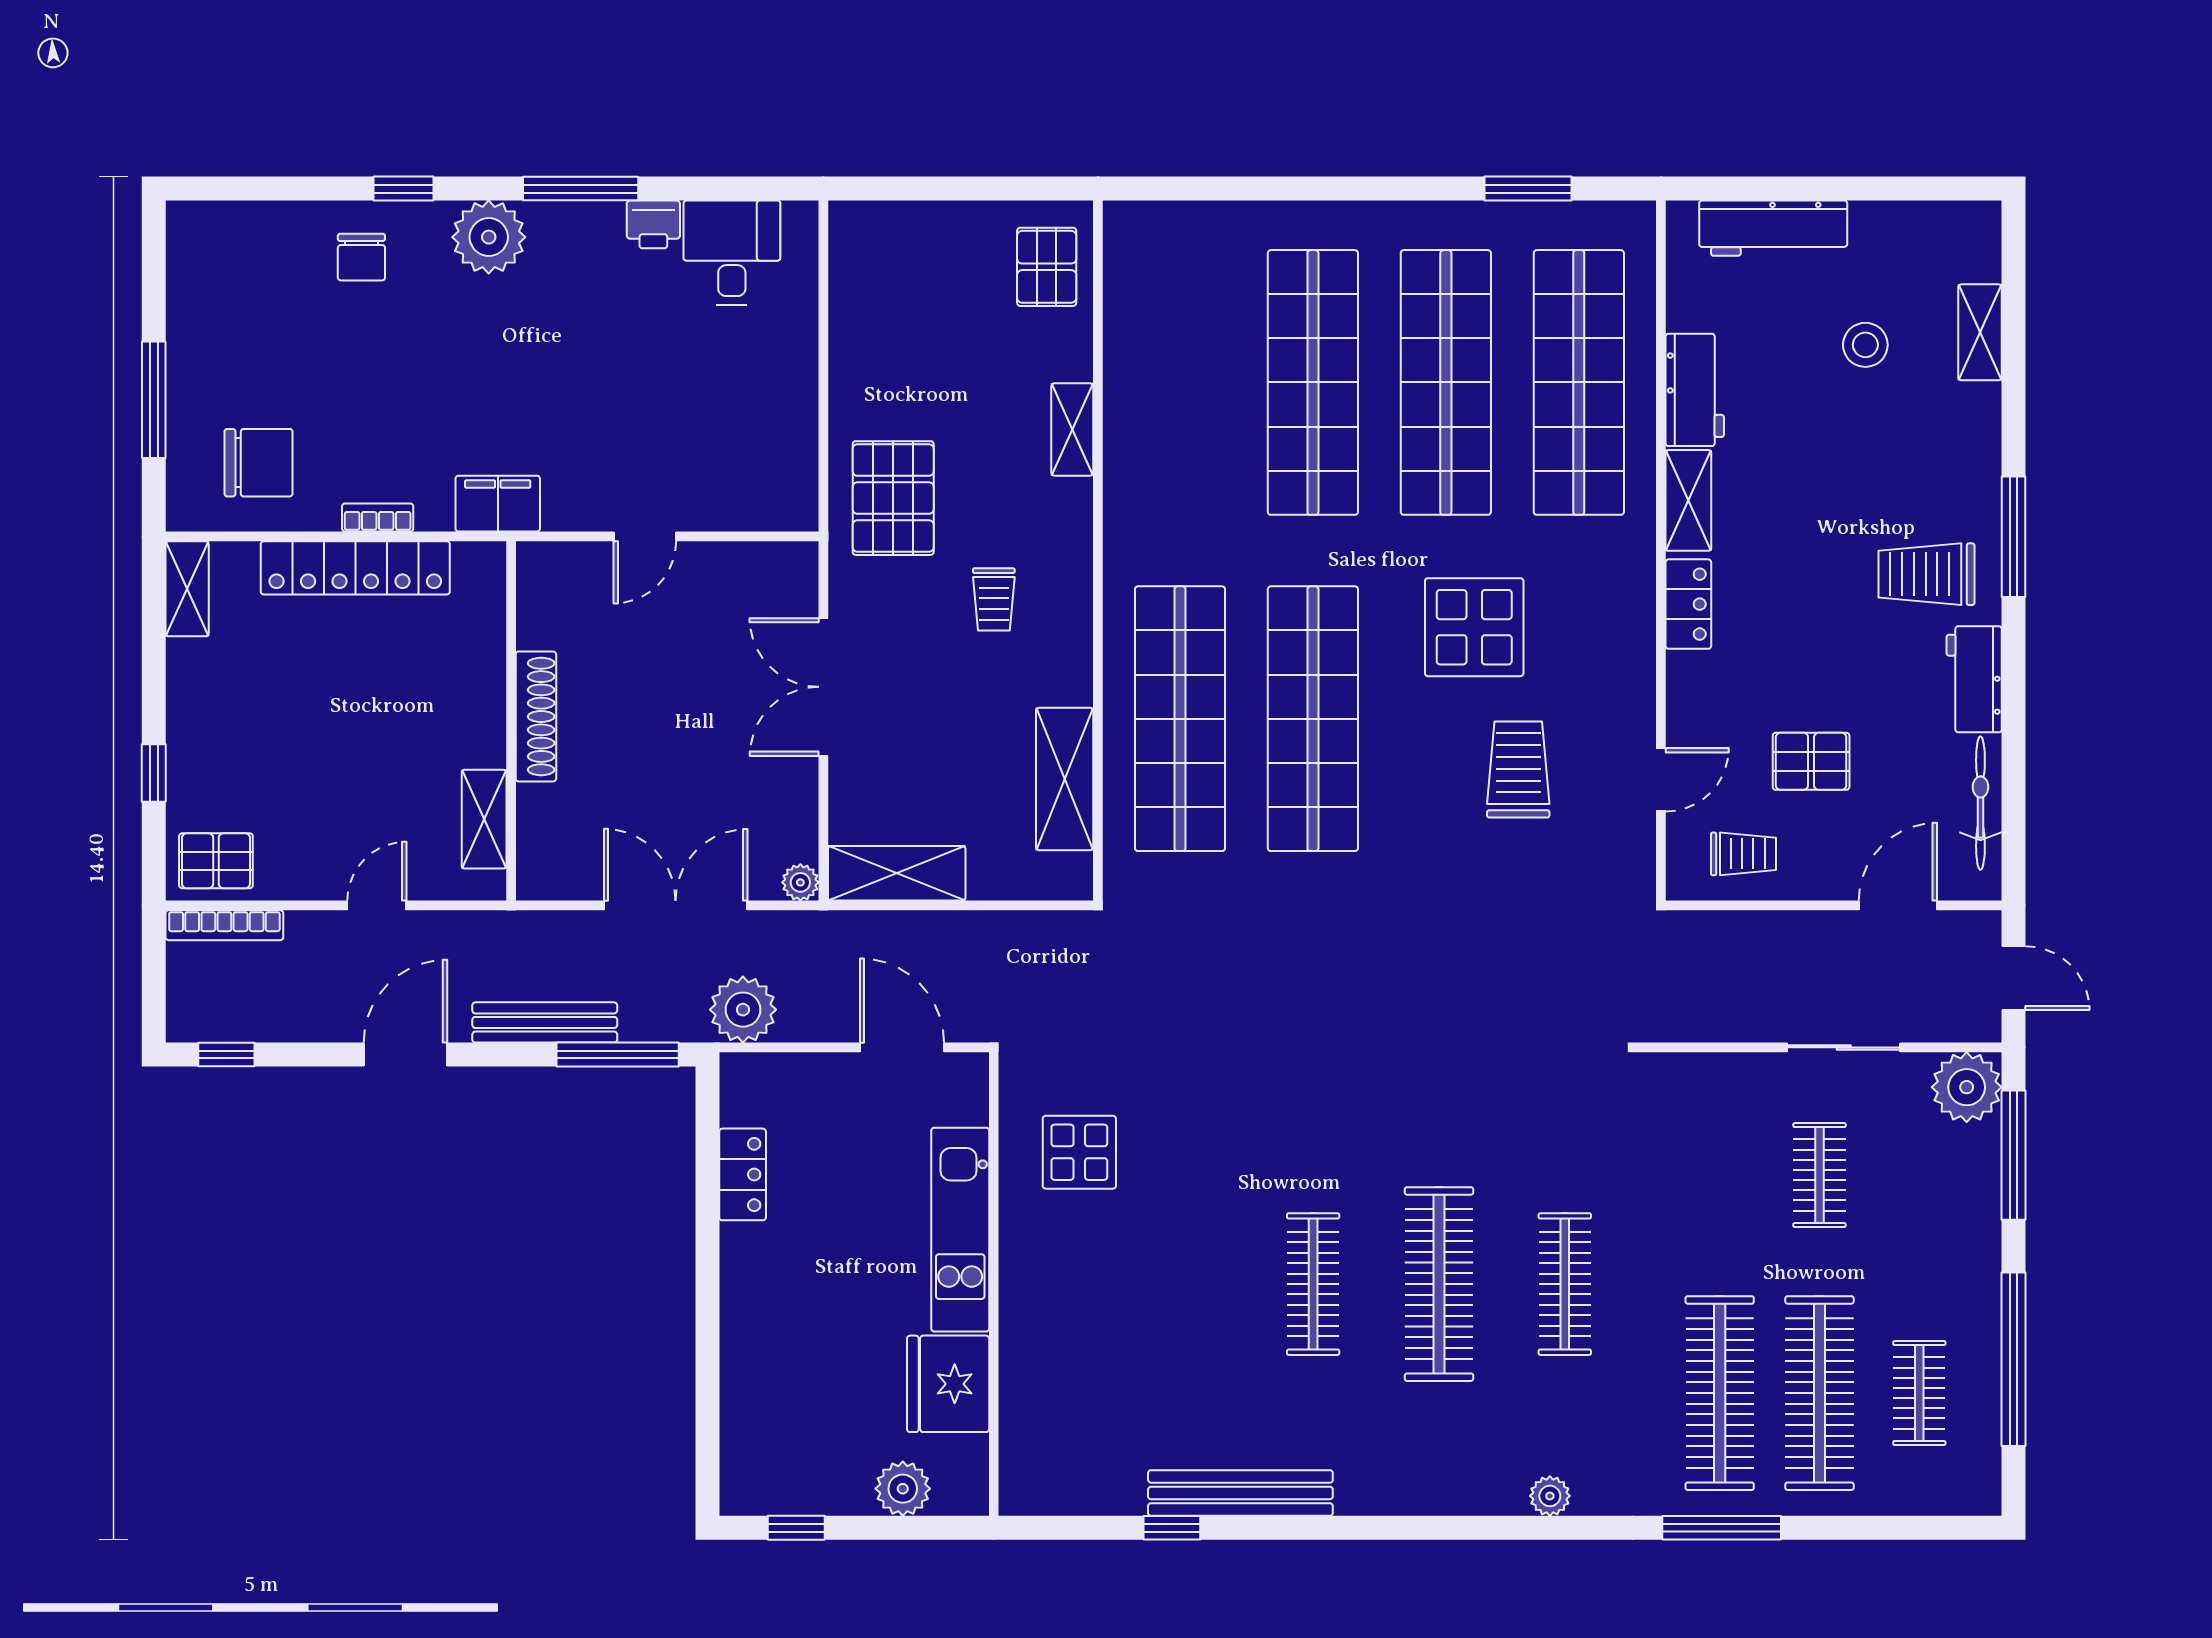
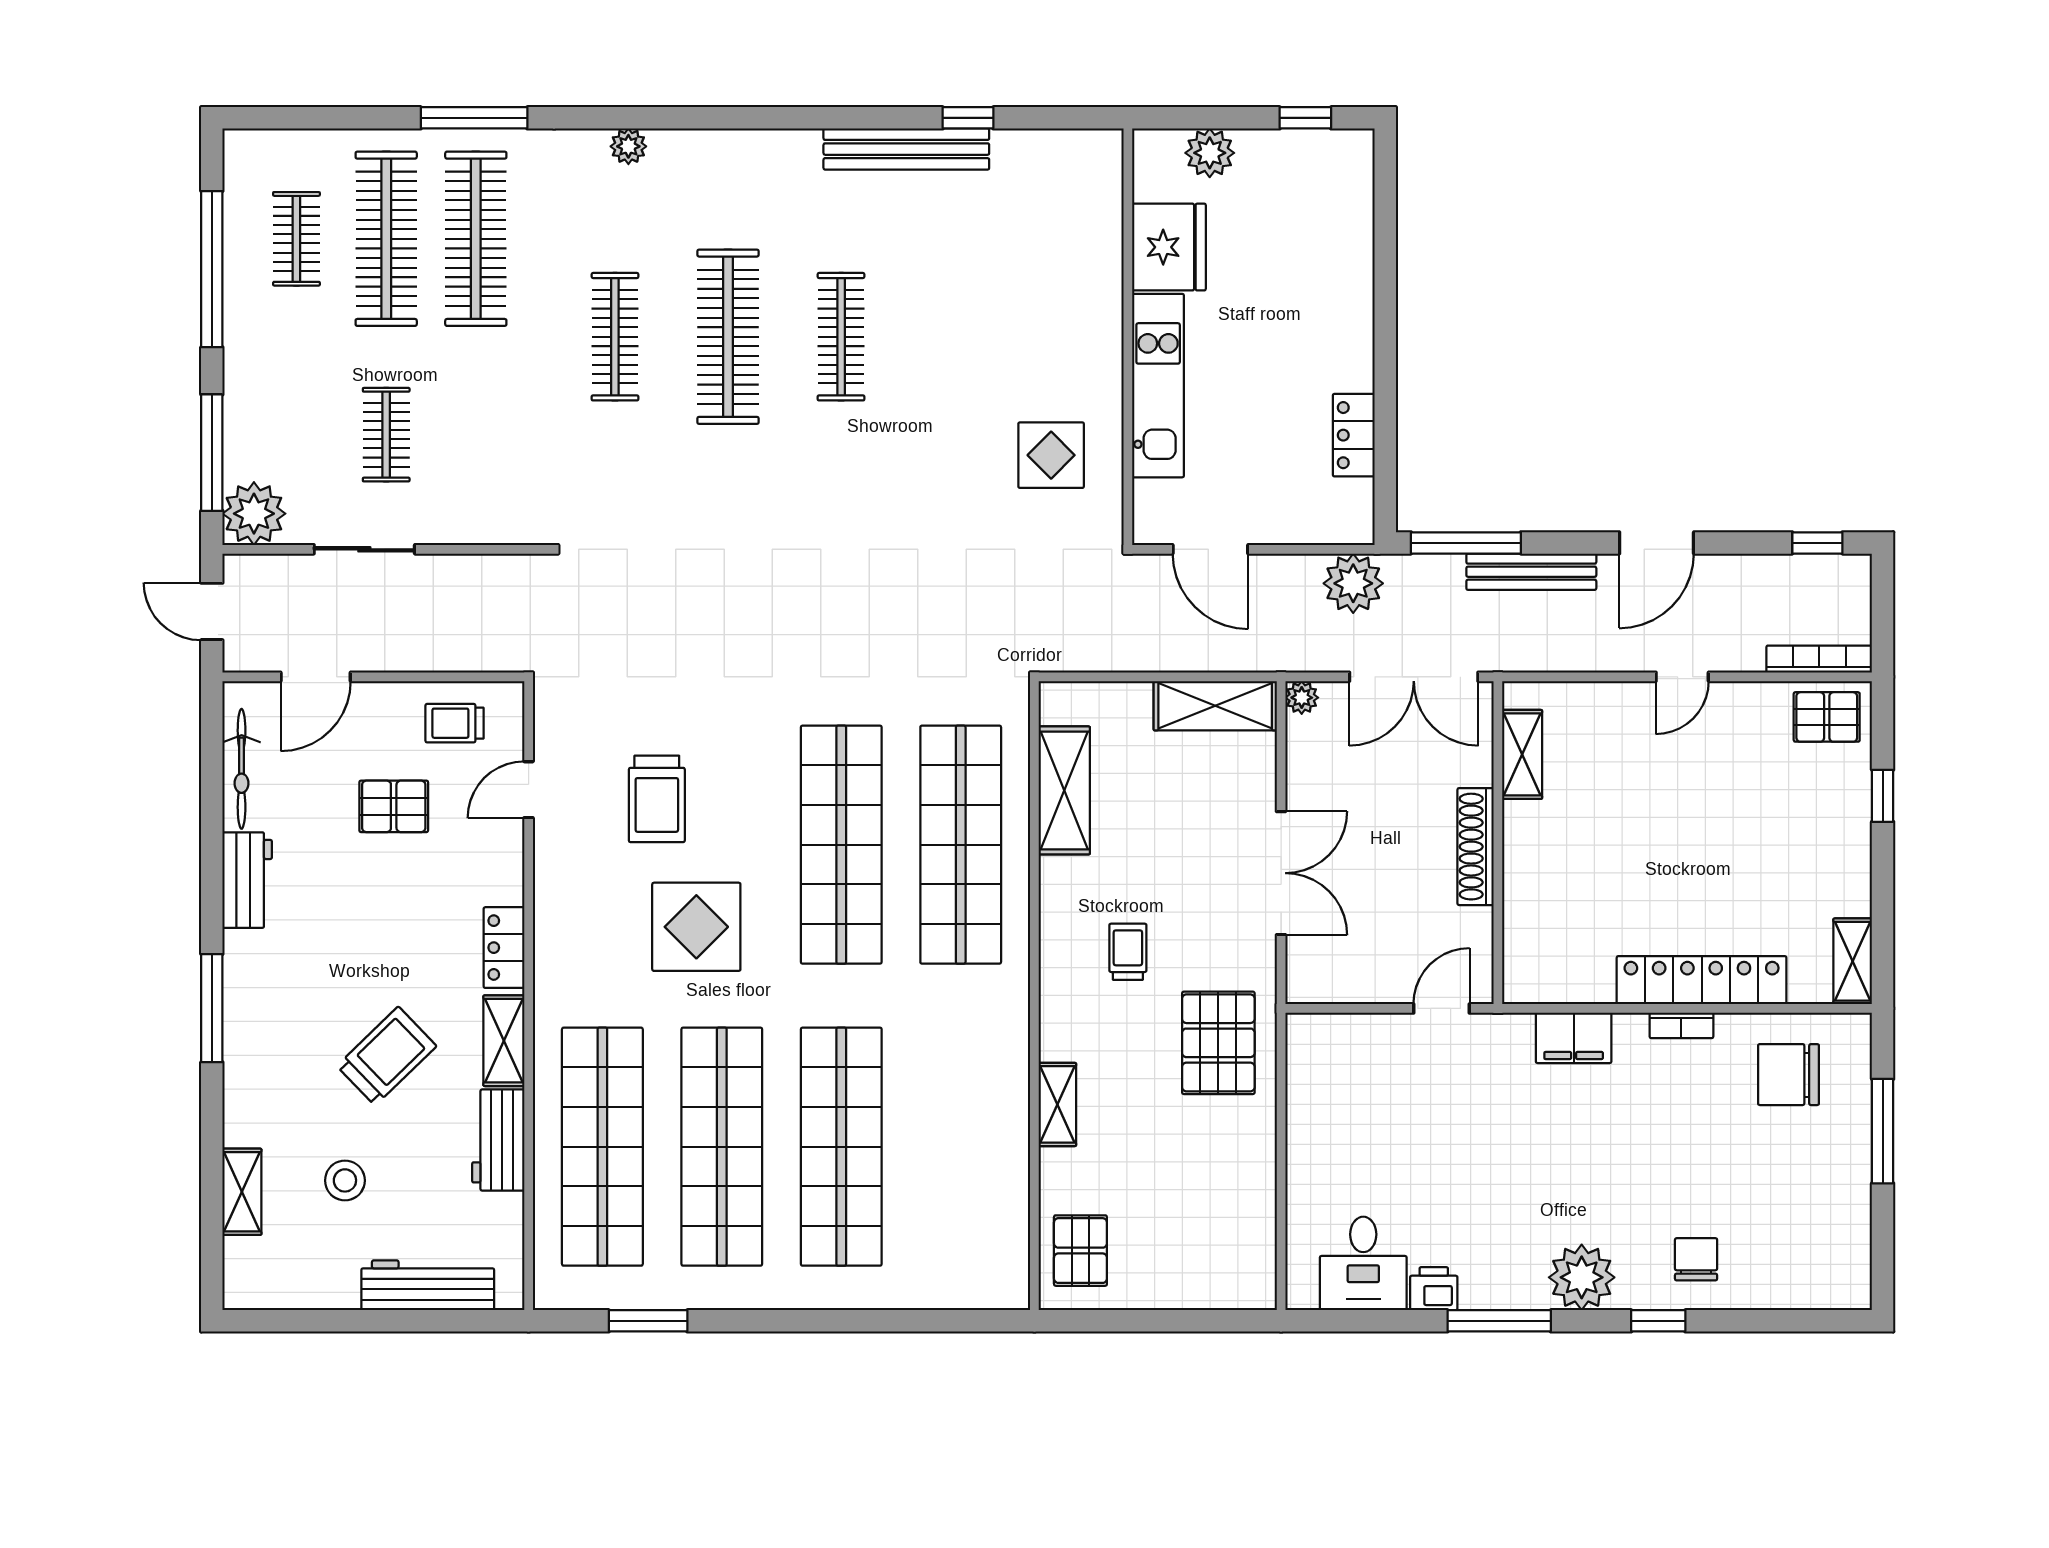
trolley: (1927, 574) -> (387, 1056), moved, turned -44
shoe rack: (536, 717) -> (1476, 847), moved
wall: (511, 721) -> (1498, 843), moved
shelving: (484, 819) -> (1522, 754), moved

